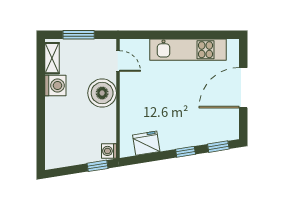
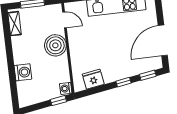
washing machine: (55, 85) -> (23, 72), moved
door: (243, 88) -> (163, 40), moved

